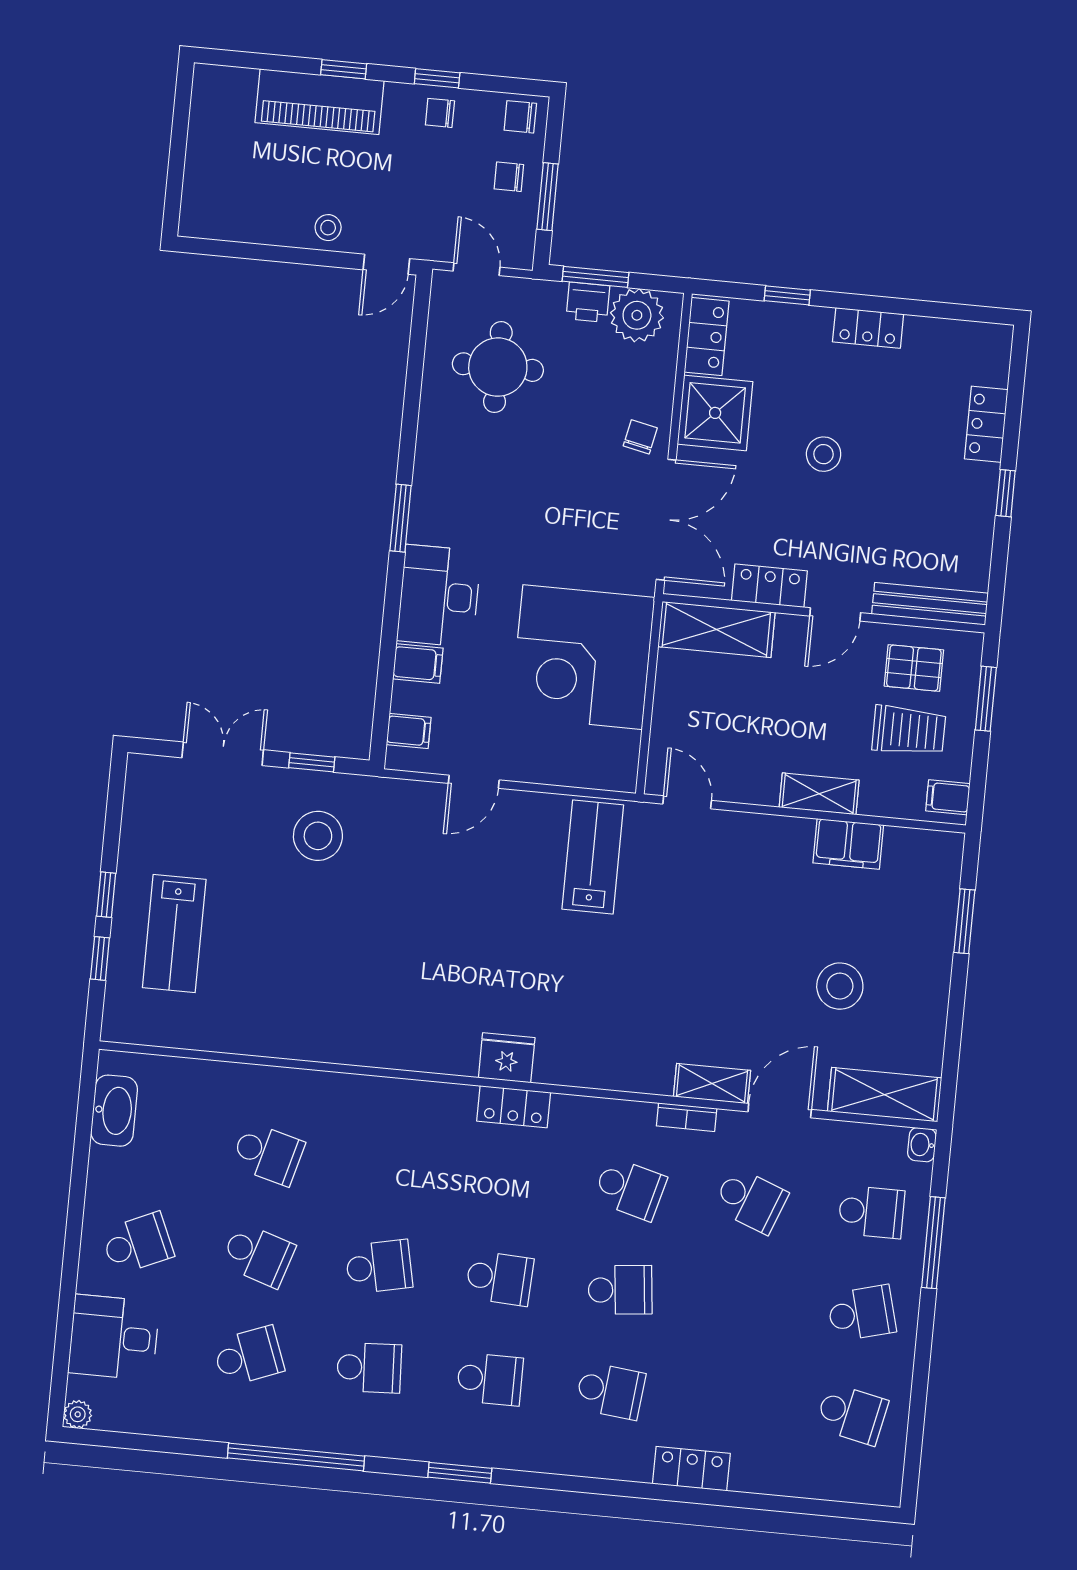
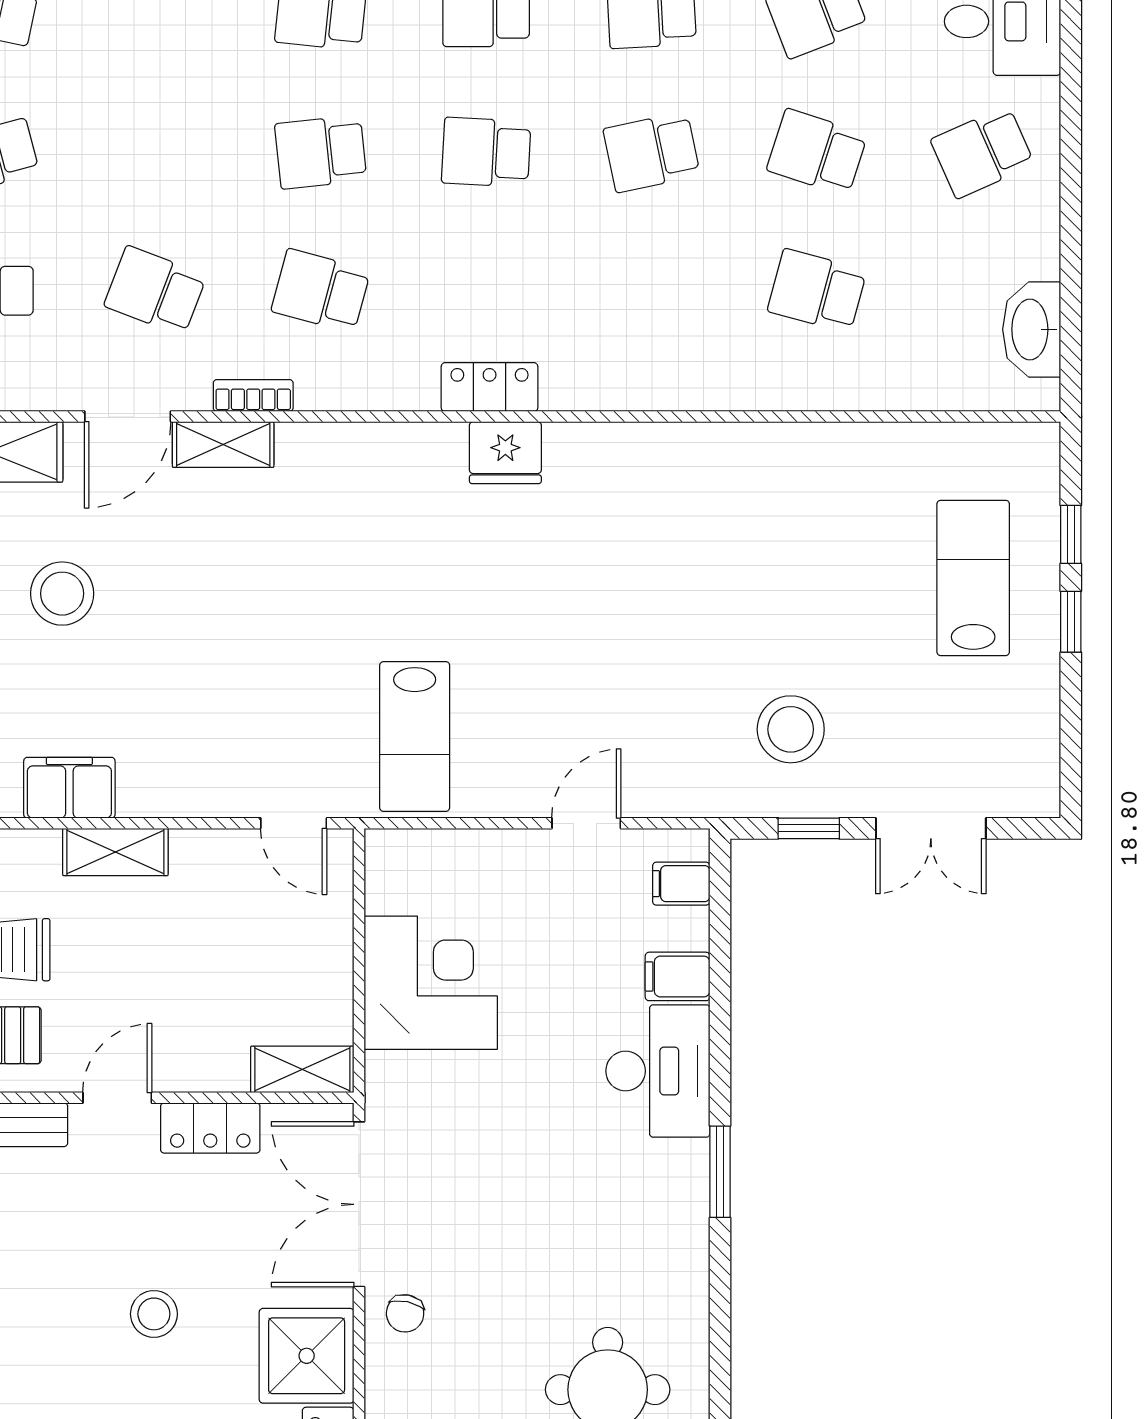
shelving: (716, 630) -> (302, 1069), width x0.67, depth x0.75
corner desk: (583, 657) -> (431, 983), width x0.74, depth x0.74

